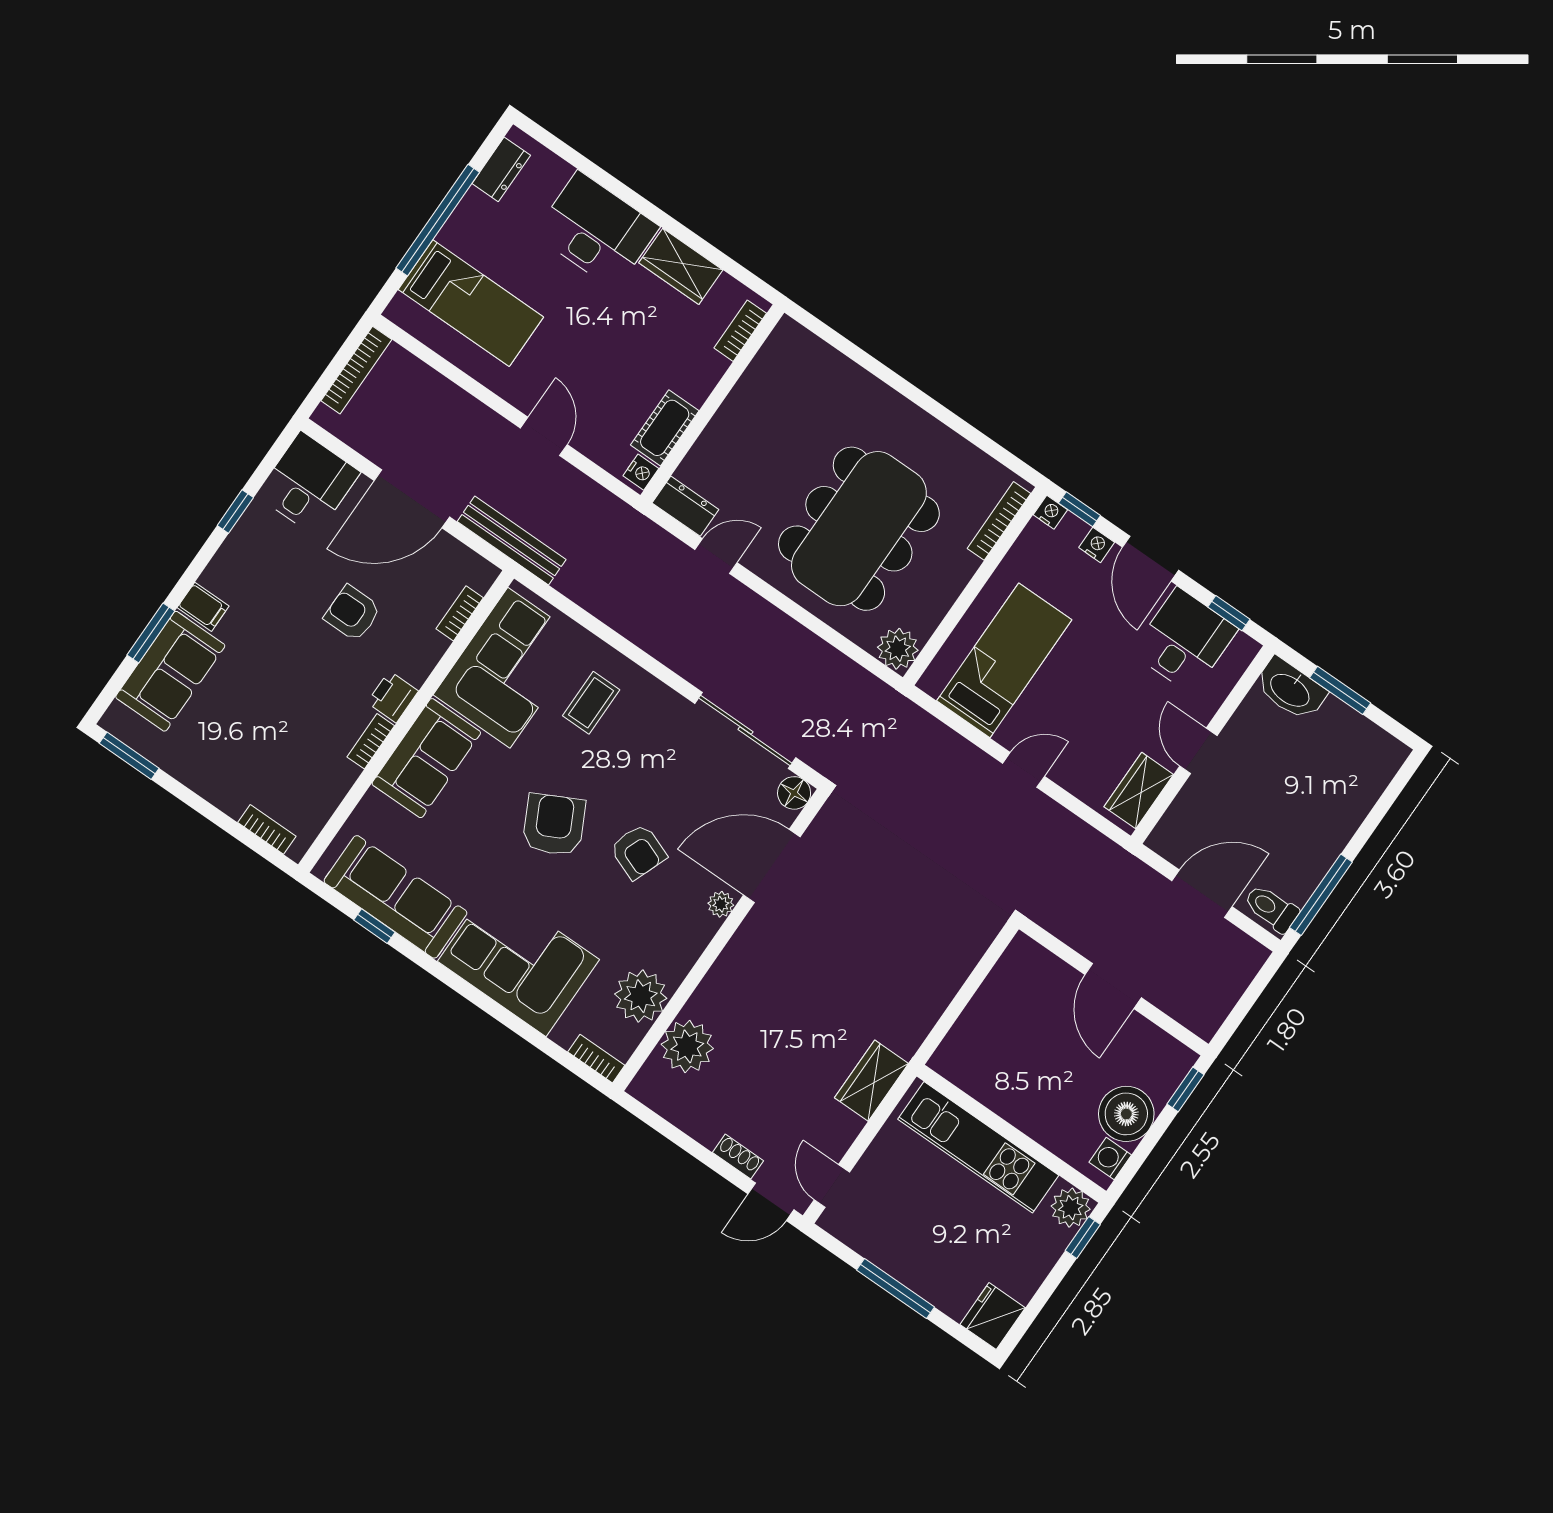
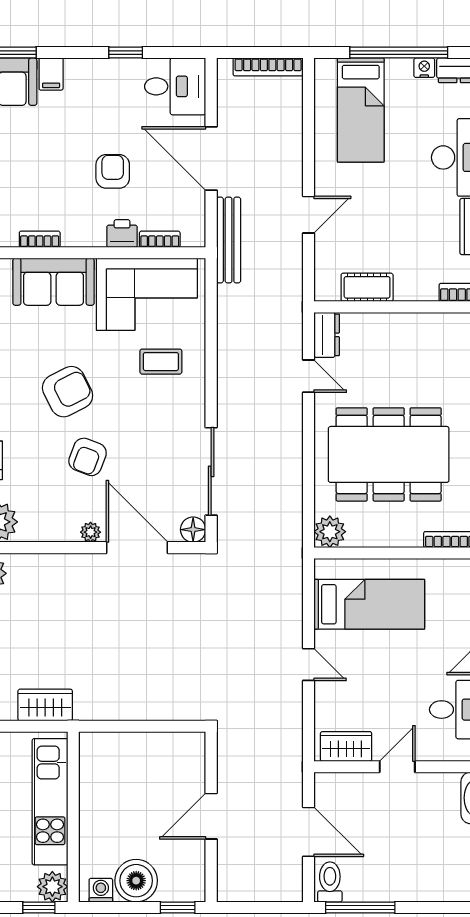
nightstand: (641, 472) -> (424, 68), moved, turned 180
printer: (393, 697) -> (122, 234), moved

